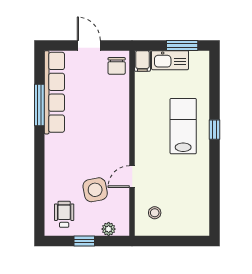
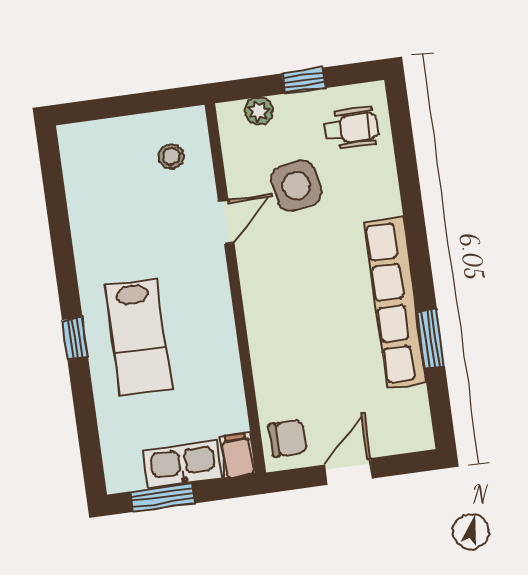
door: (89, 45) -> (349, 472), swing flipped
chair: (117, 66) -> (288, 438), turned 90
row of seats: (54, 92) -> (395, 302), moved
window: (39, 105) -> (431, 339), width x0.69
wheelchair: (64, 214) -> (351, 128), turned -90

